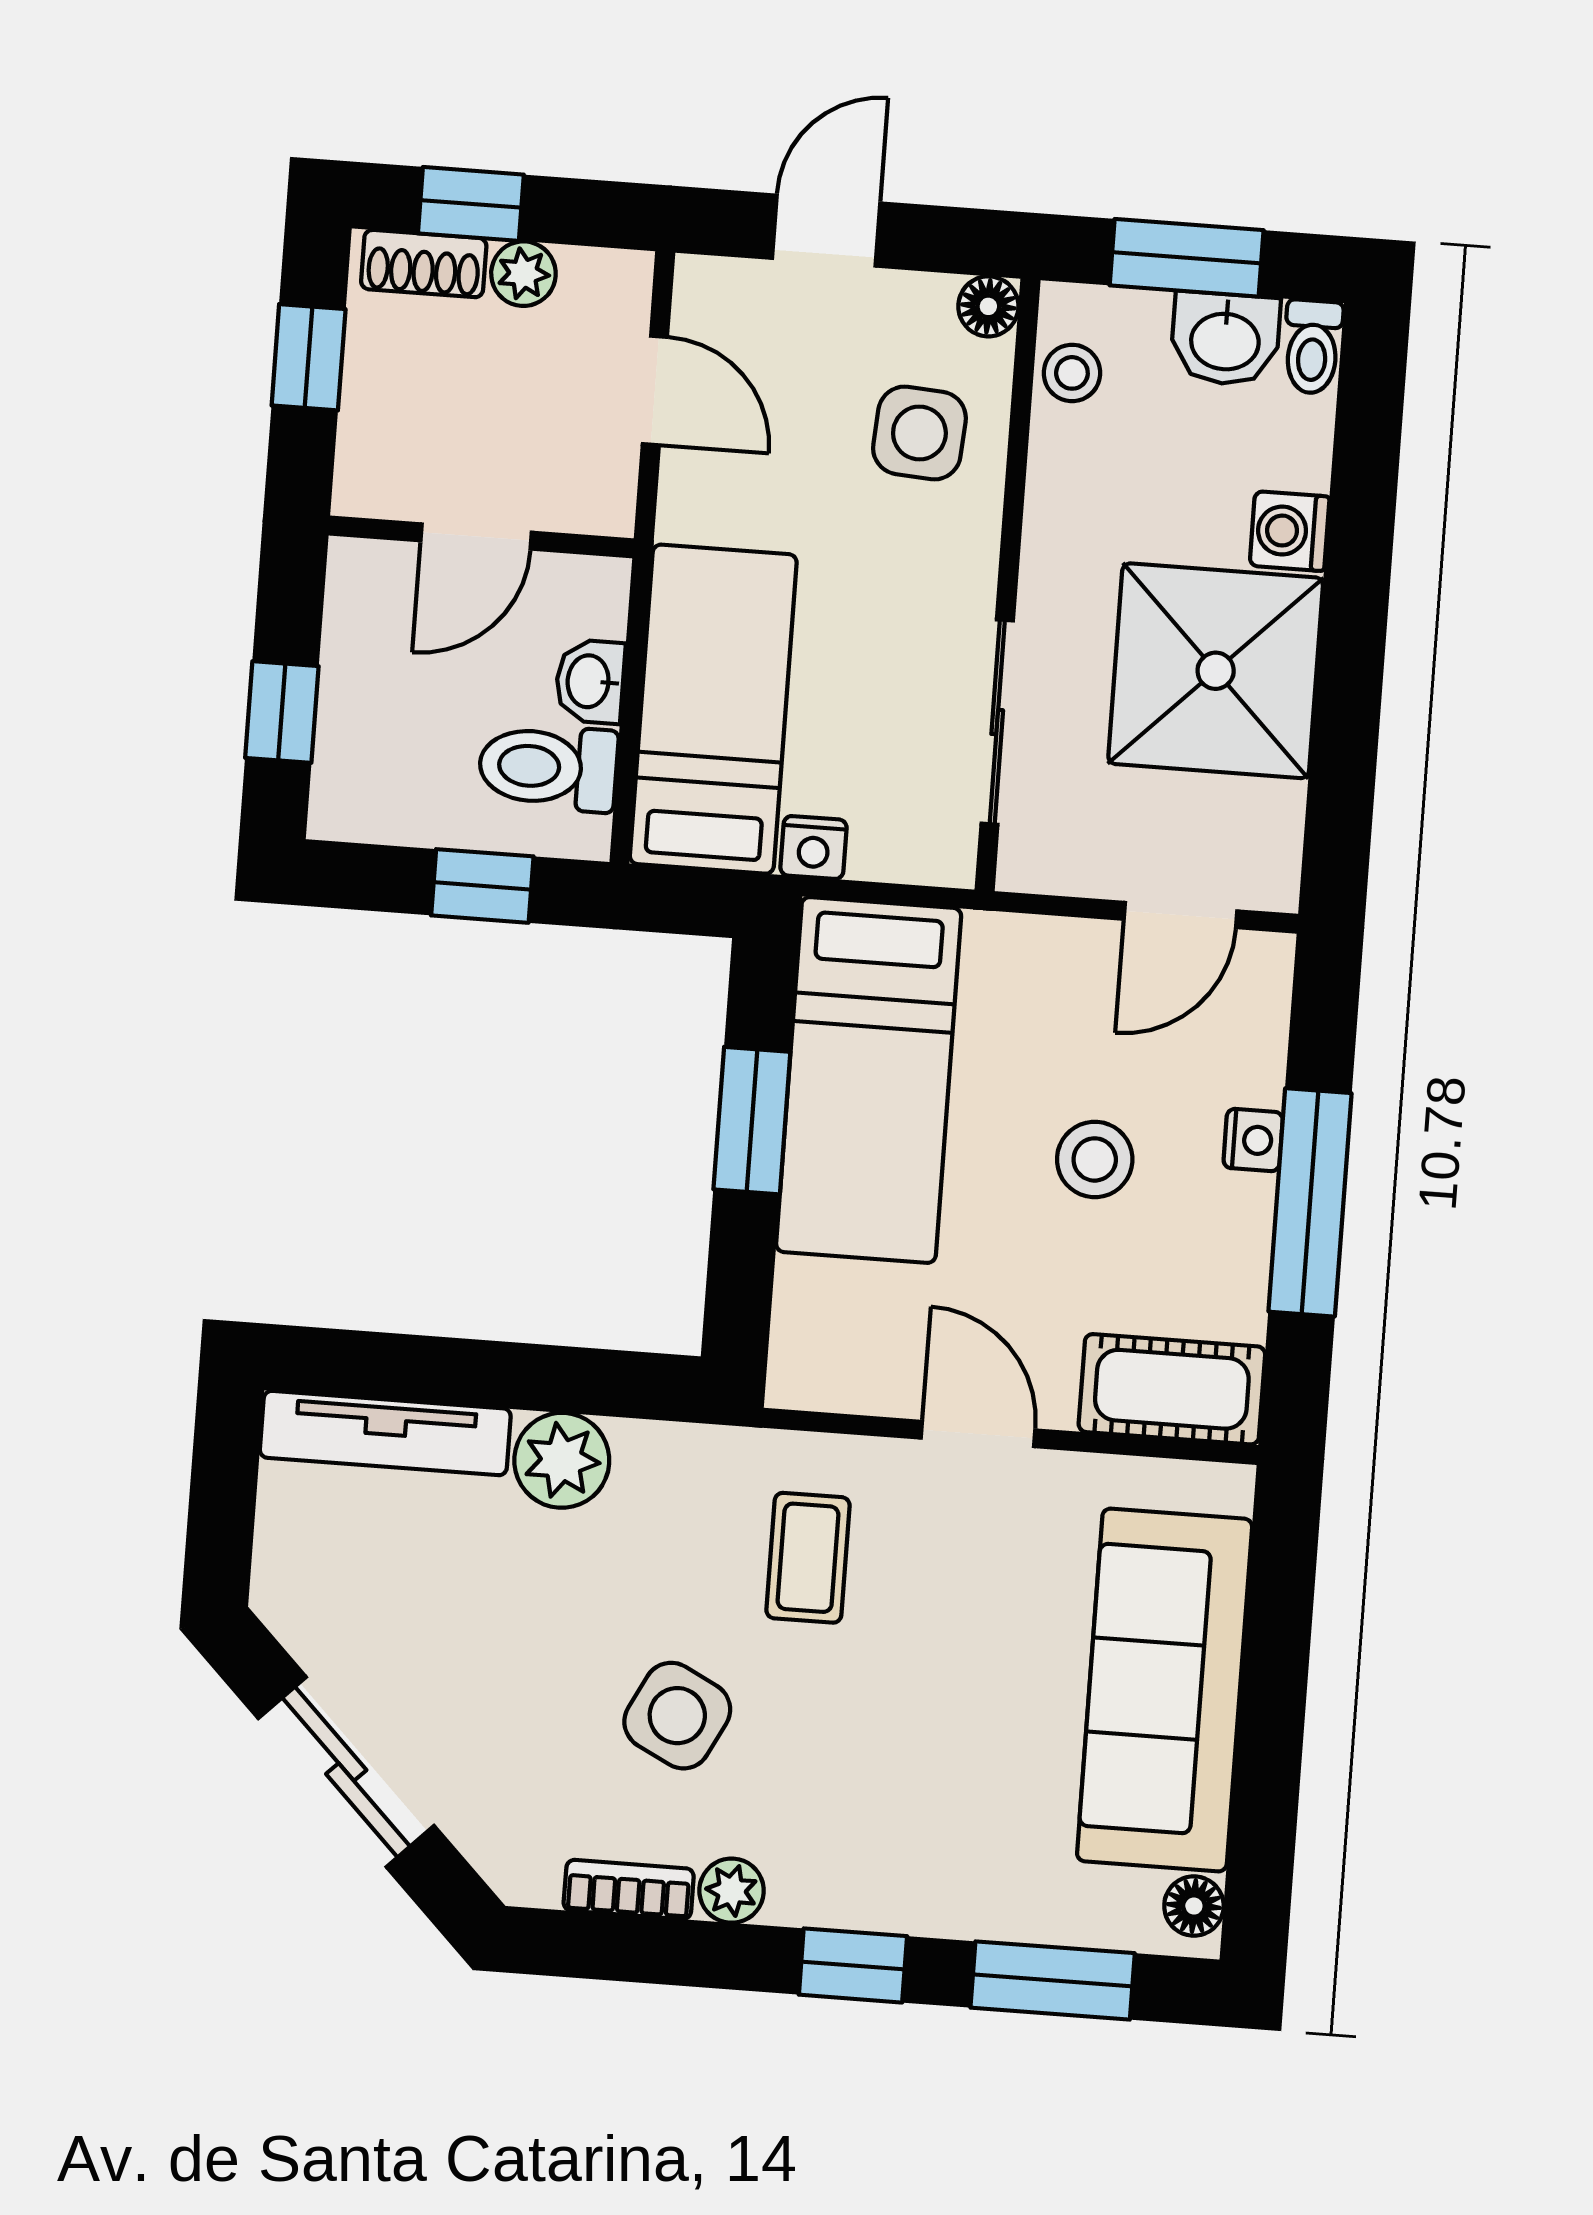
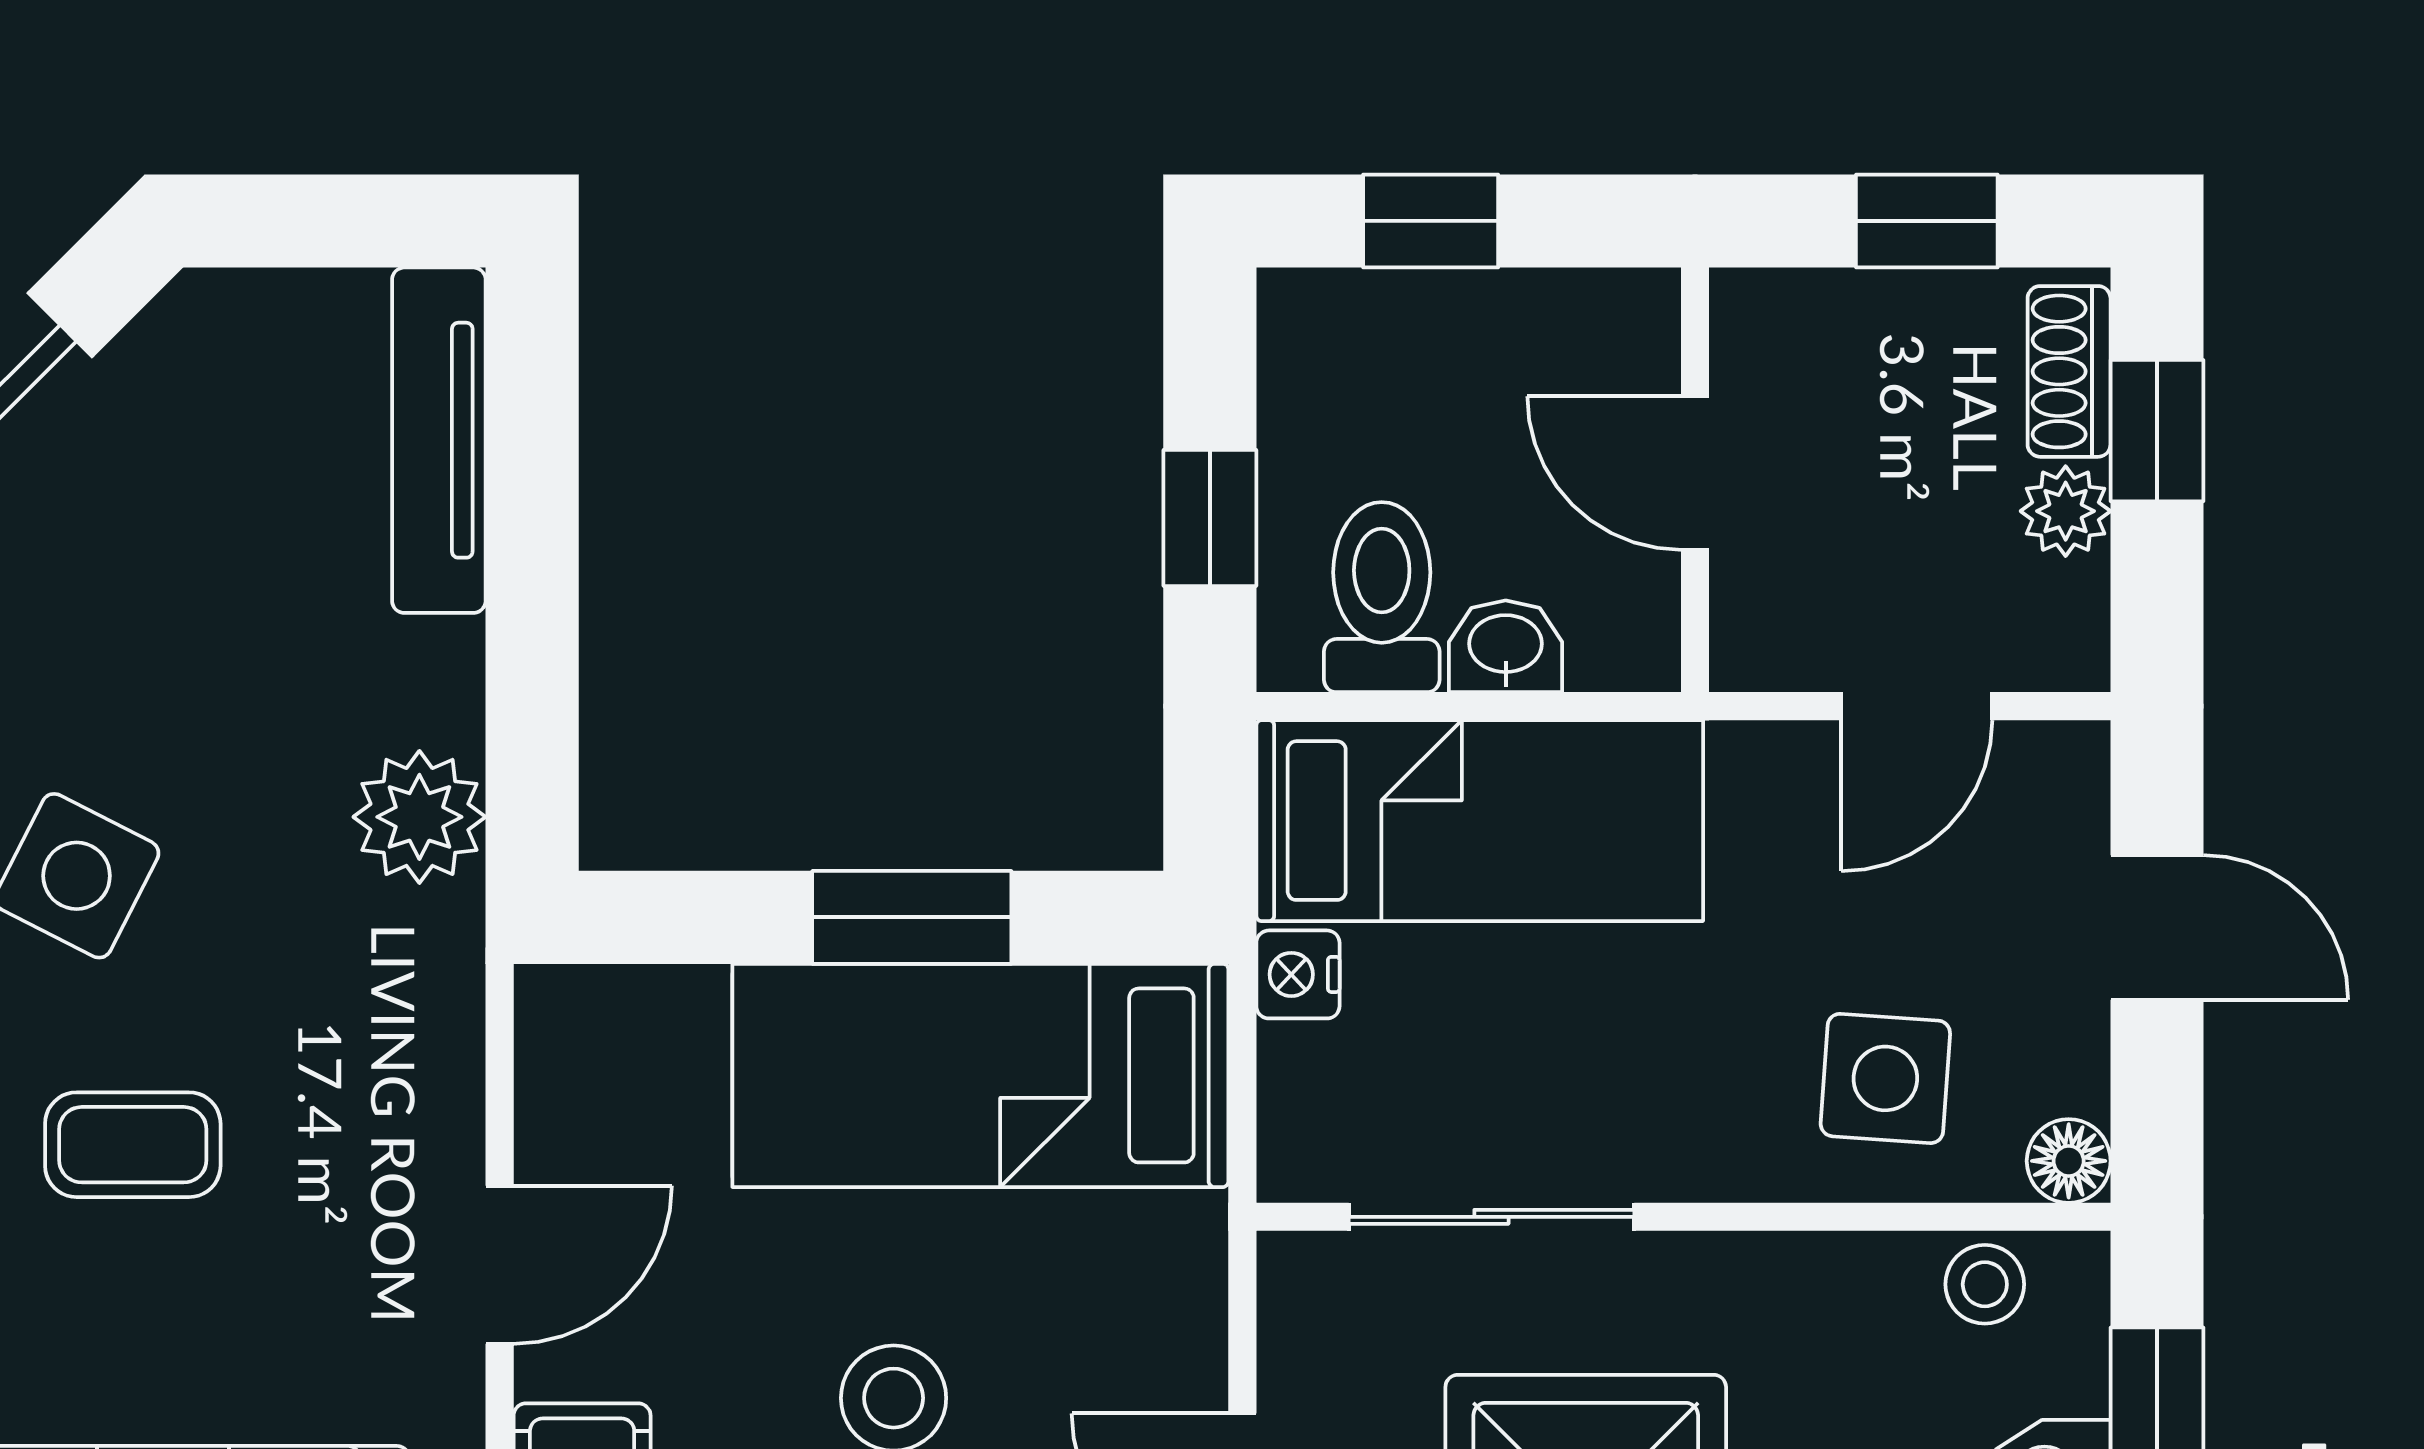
plant: (562, 1460) -> (419, 817), moved
coffee table: (808, 1558) -> (133, 1145), moved

